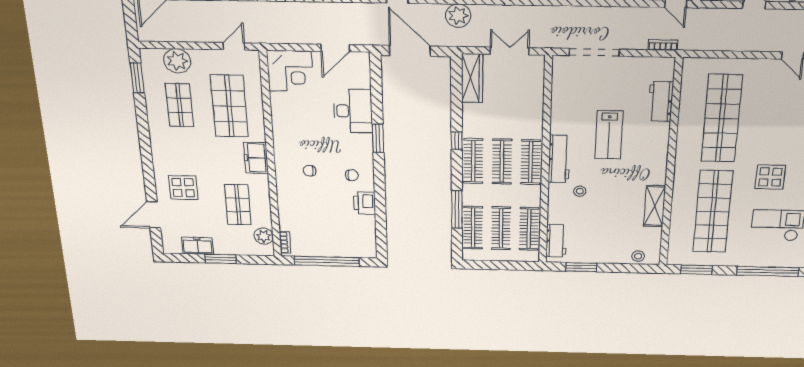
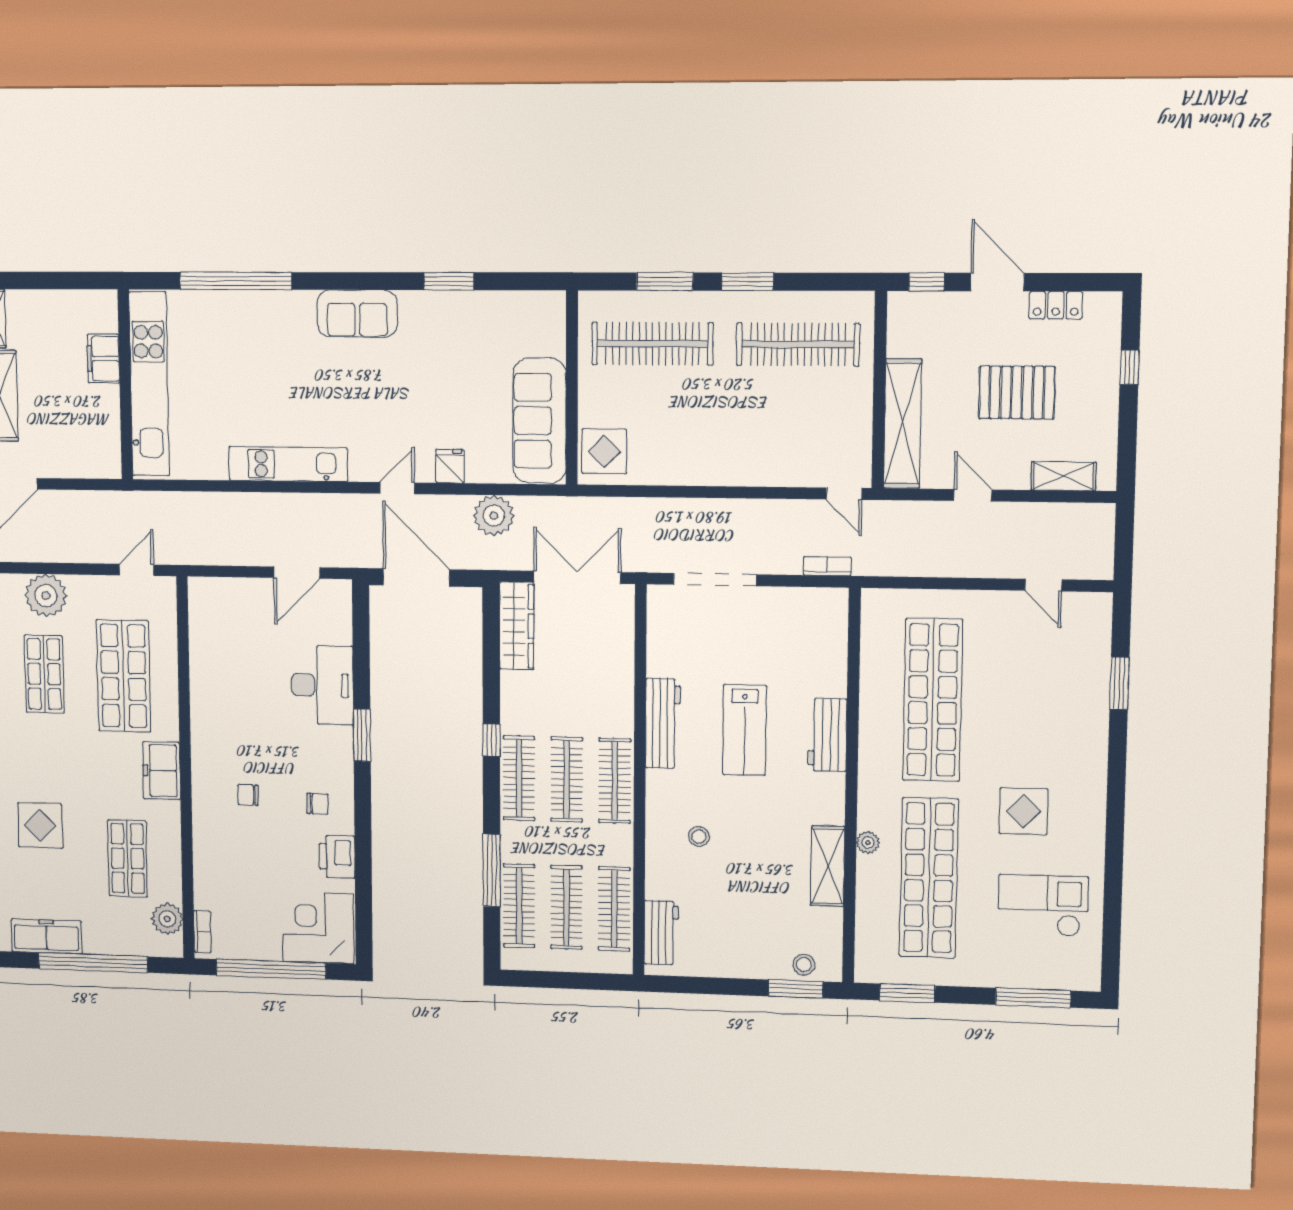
double door: (510, 51) -> (577, 577), width x1.37
corner desk: (290, 71) -> (318, 928), moved, turned 180
workbench: (661, 101) -> (827, 735), moved
workbench: (559, 159) -> (663, 723), moved
plant: (679, 194) -> (868, 843), added
freezer: (198, 246) -> (46, 936), width x1.40
window: (220, 259) -> (93, 963), width x2.11
window: (581, 267) -> (796, 989), moved
window: (768, 271) -> (1033, 998), width x0.68

